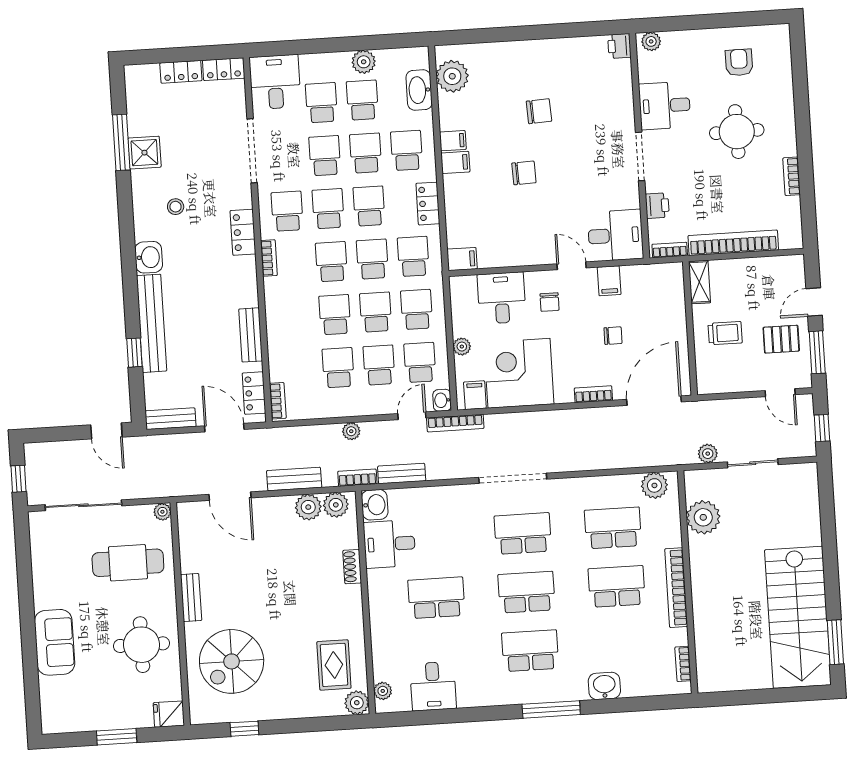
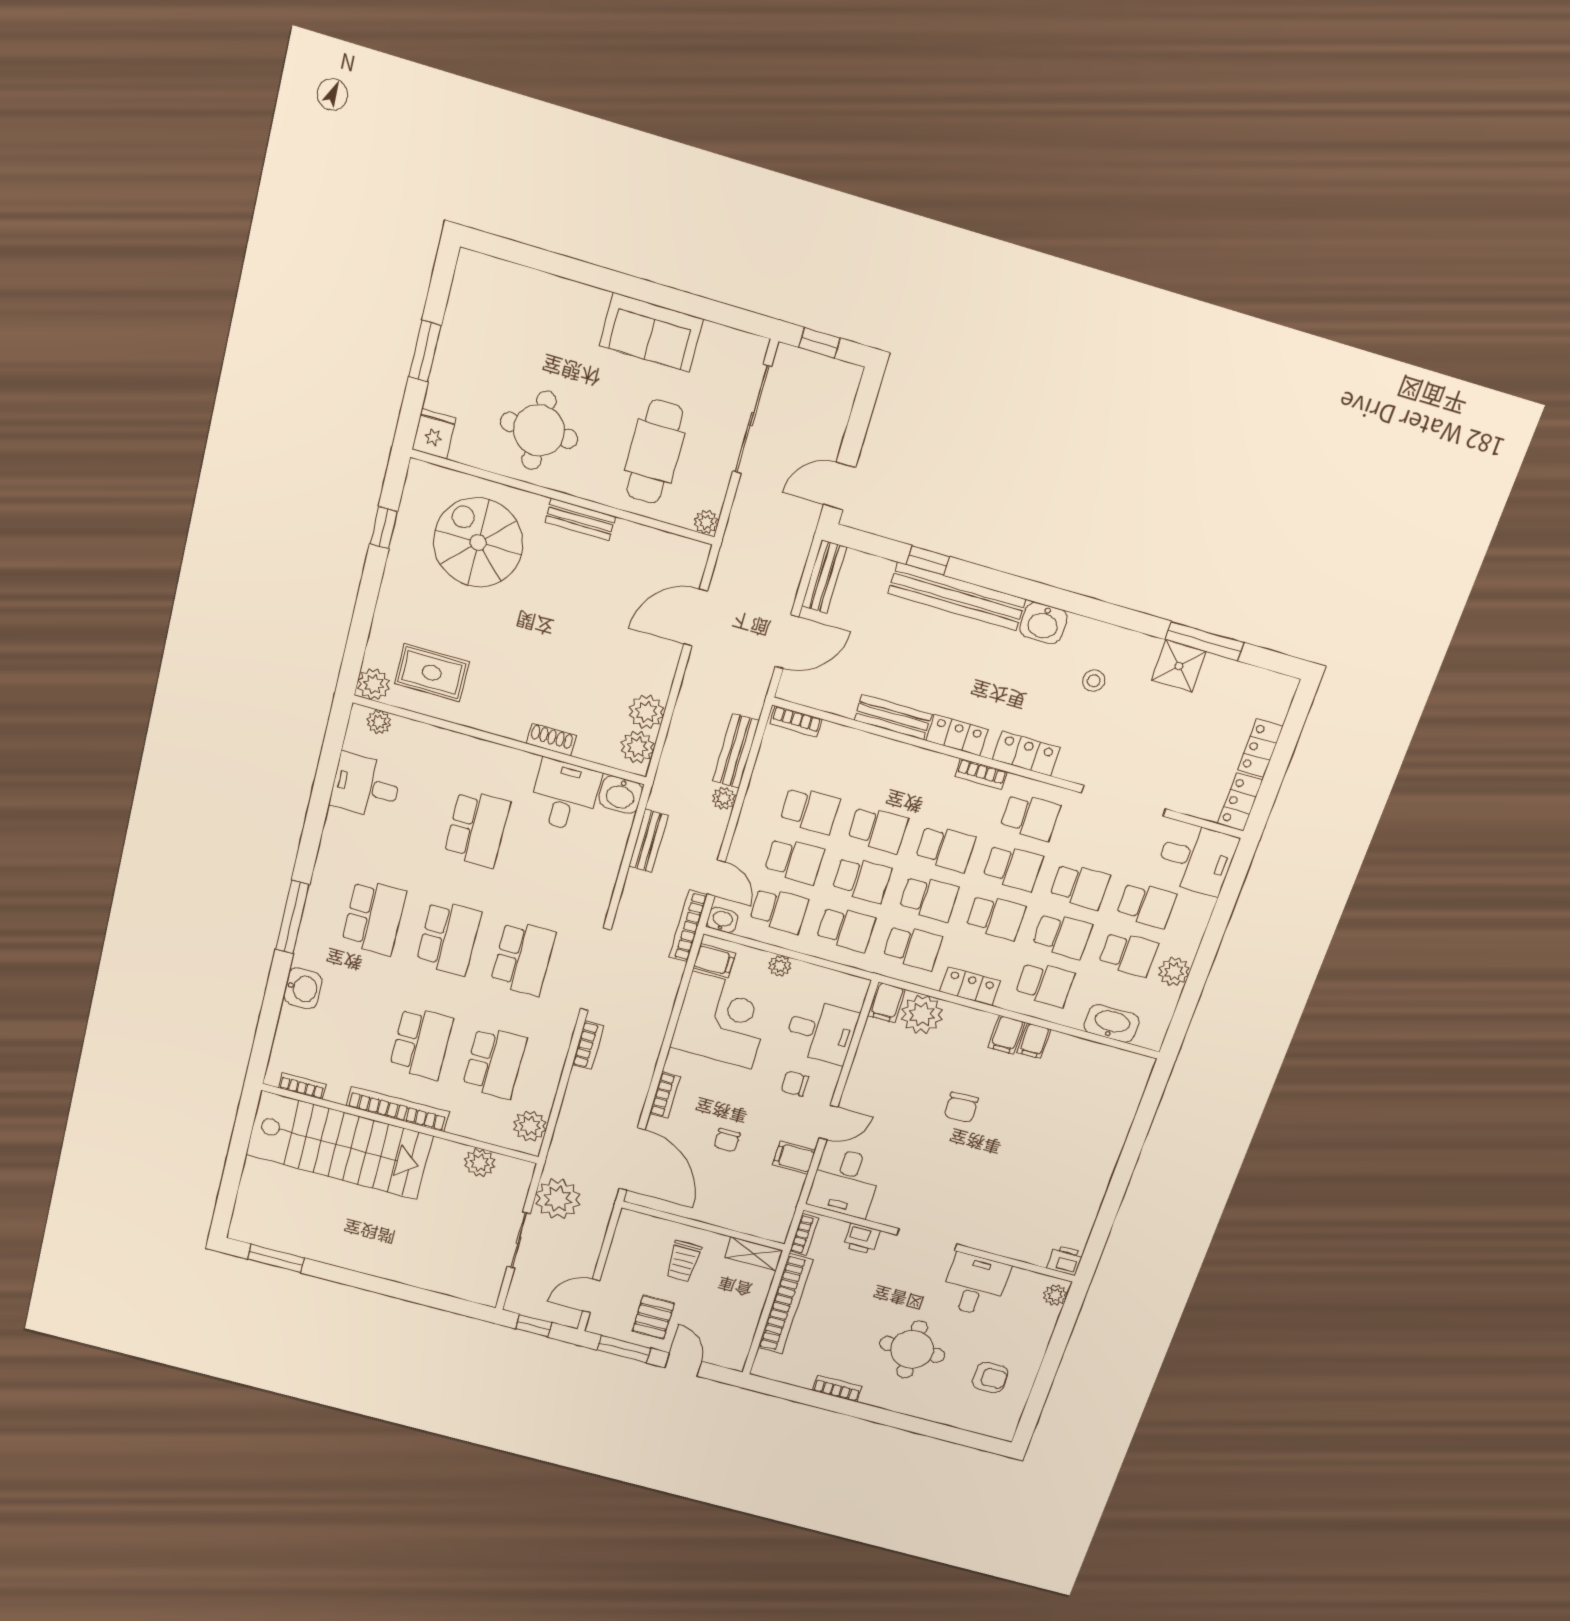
plant: (452, 76) -> (922, 1014), moved
chair: (539, 111) -> (1027, 1148), removed
locker: (254, 393) -> (957, 735), moved
plant: (708, 454) -> (558, 1199), width x1.87, depth x1.87
bookcase: (357, 478) -> (588, 1045), moved
bench: (294, 479) -> (736, 751), moved
plant: (703, 517) -> (480, 1163), width x0.73, depth x0.73
stairs: (798, 617) -> (339, 1145), moved, turned 180
sofa: (55, 642) -> (651, 332), moved

